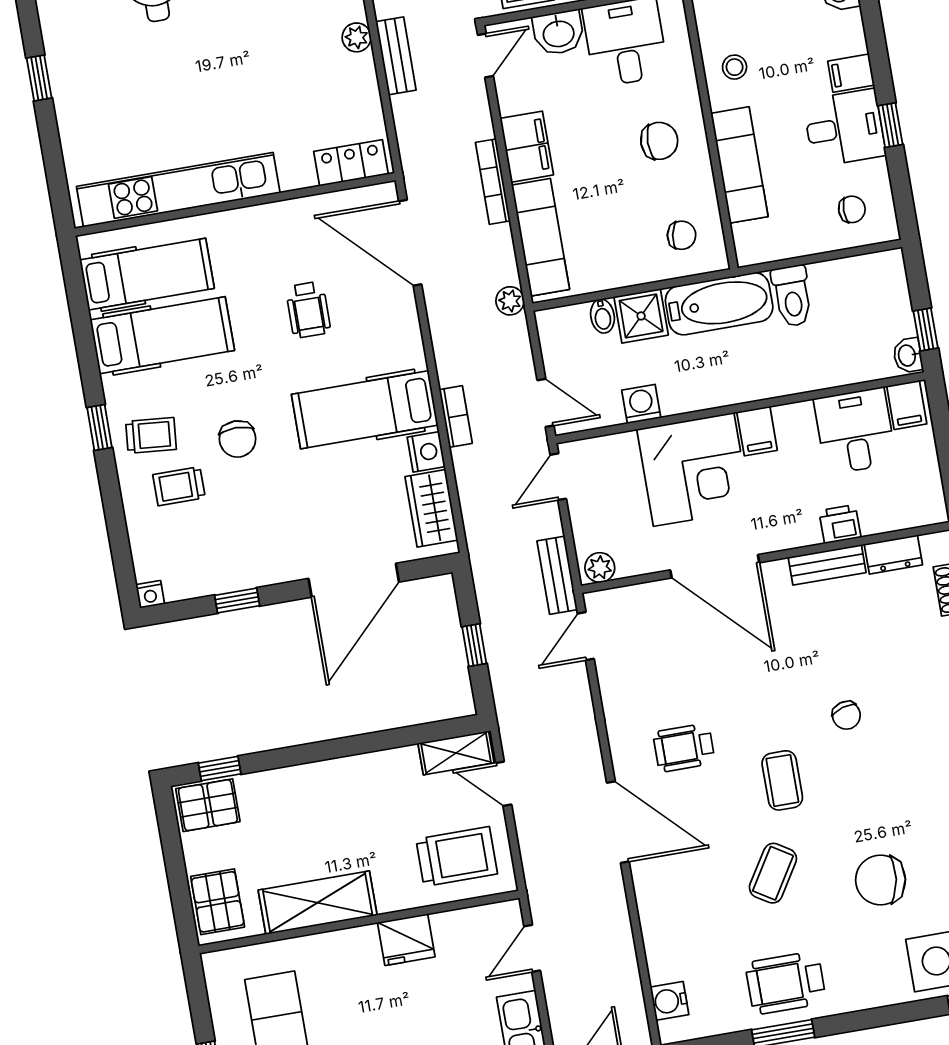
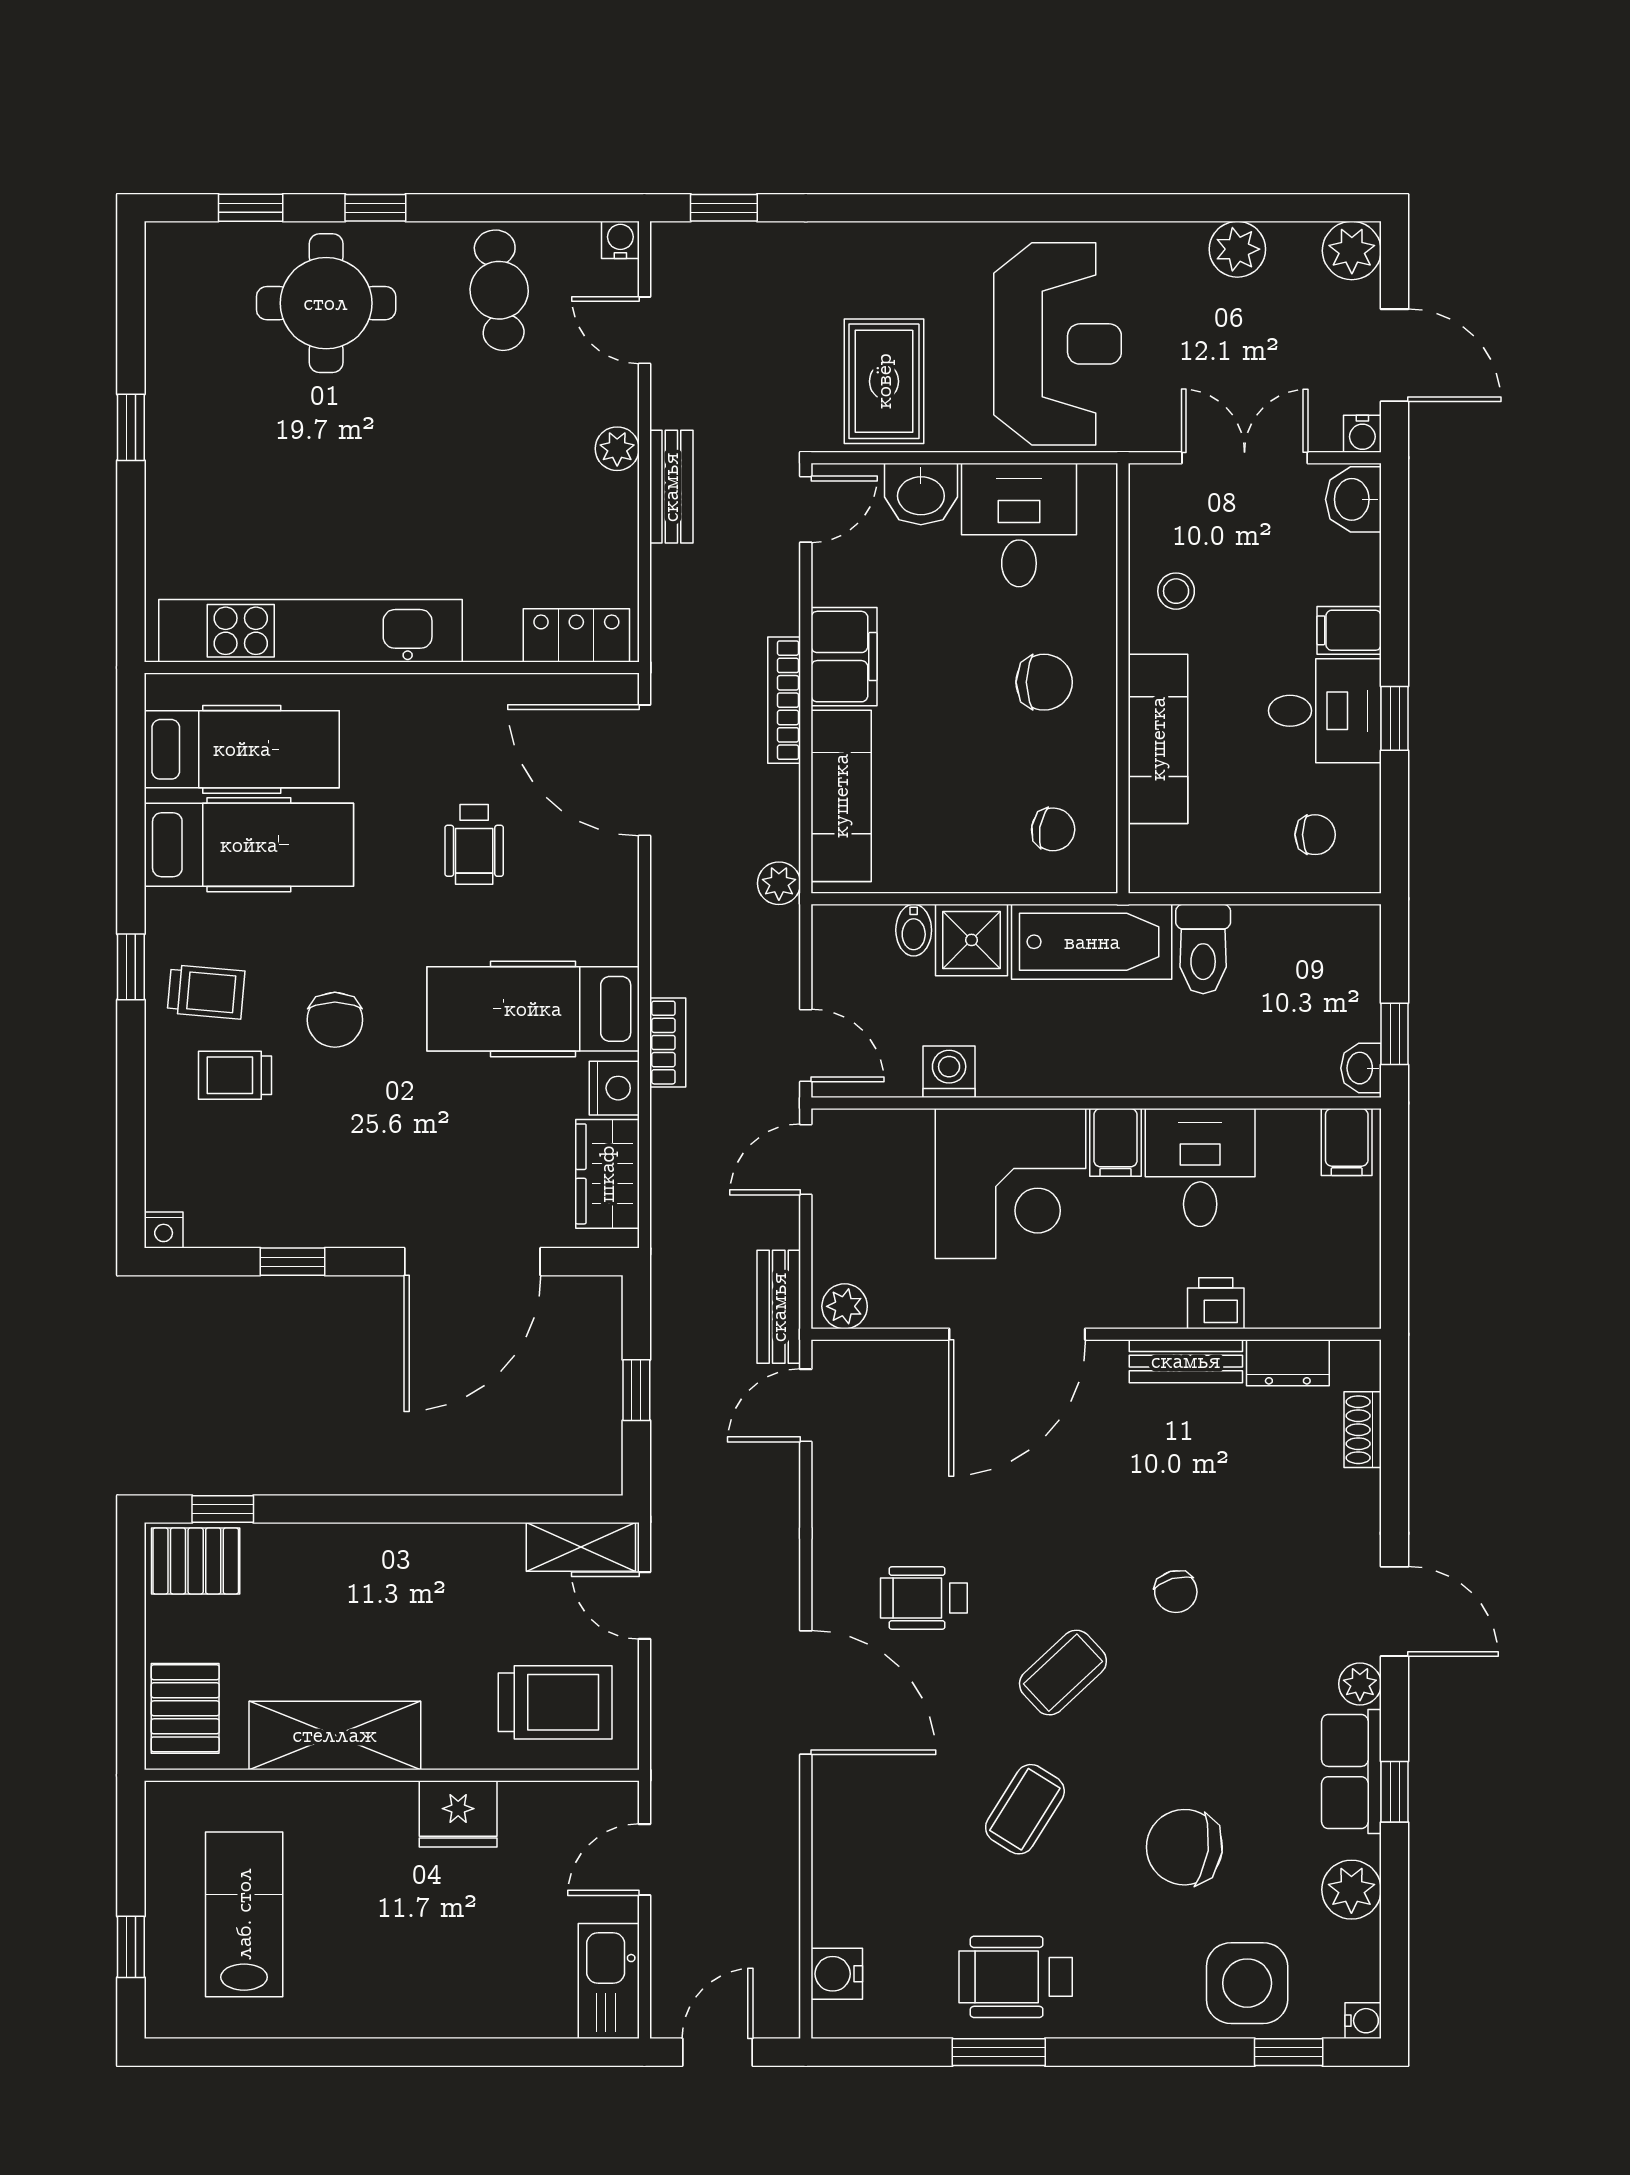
desk: (855, 431) -> (1200, 1168), moved
door: (715, 566) -> (1017, 1334), hinge flipped
coffee table: (782, 780) -> (1063, 1673), turned 47

